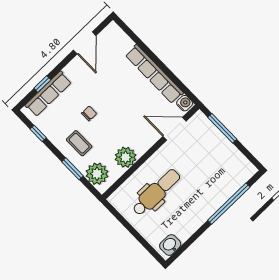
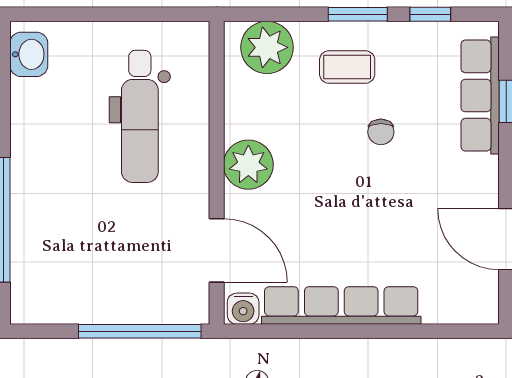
window: (222, 128) -> (140, 331), width x1.46
door: (175, 129) -> (217, 250), hinge flipped
plant: (126, 157) -> (248, 165), moved
window: (72, 169) -> (358, 14), moved

